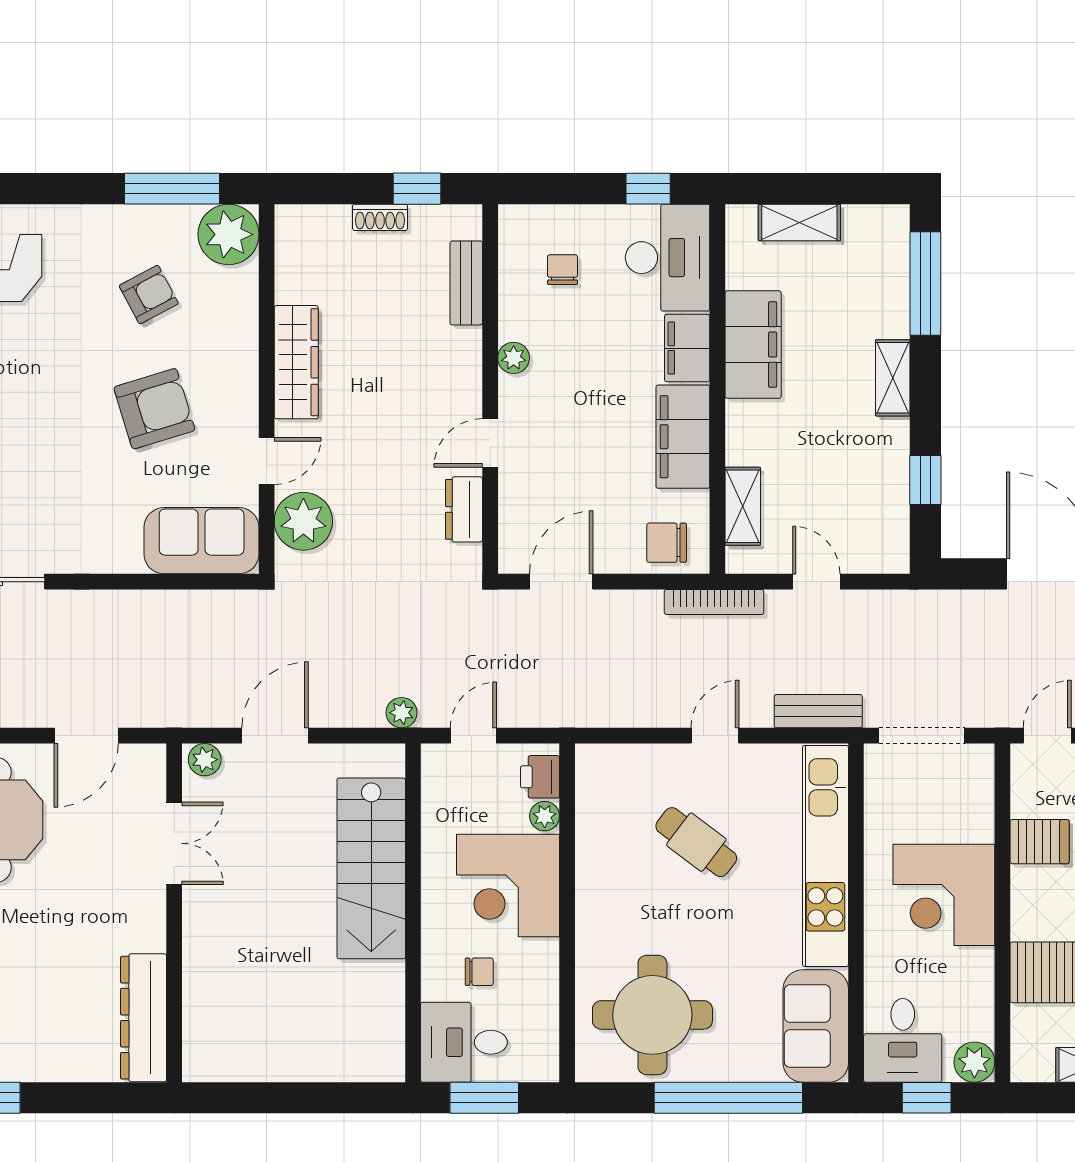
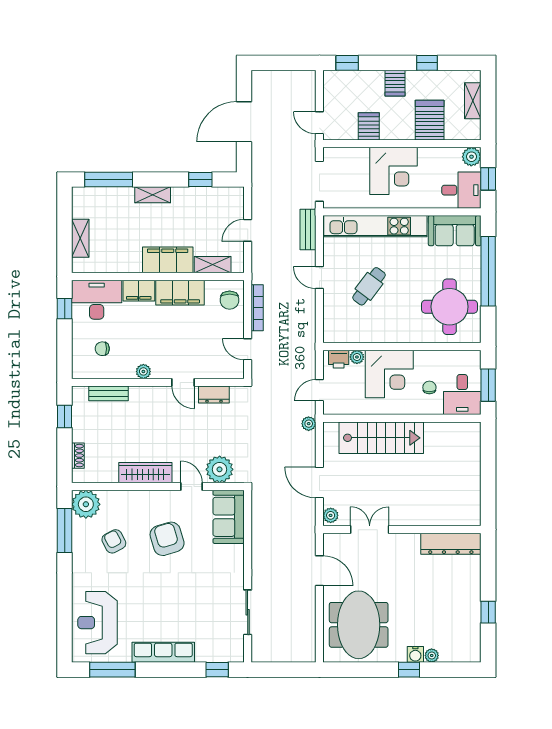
shoe rack: (380, 217) -> (78, 456), moved
filing cabinet: (753, 345) -> (168, 260), moved
door: (561, 582) -> (248, 349), width x0.73
bookcase: (714, 602) -> (257, 308), moved
door: (473, 736) -> (319, 390), hinge flipped

